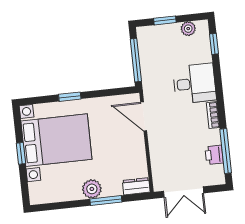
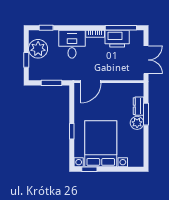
plant: (188, 29) -> (38, 49), width x1.88, depth x1.88
window: (136, 60) -> (51, 83), width x0.69
window: (21, 153) -> (89, 169), moved
printer: (214, 155) -> (117, 39), width x1.87, depth x1.48
dresser: (136, 186) -> (139, 106), moved

